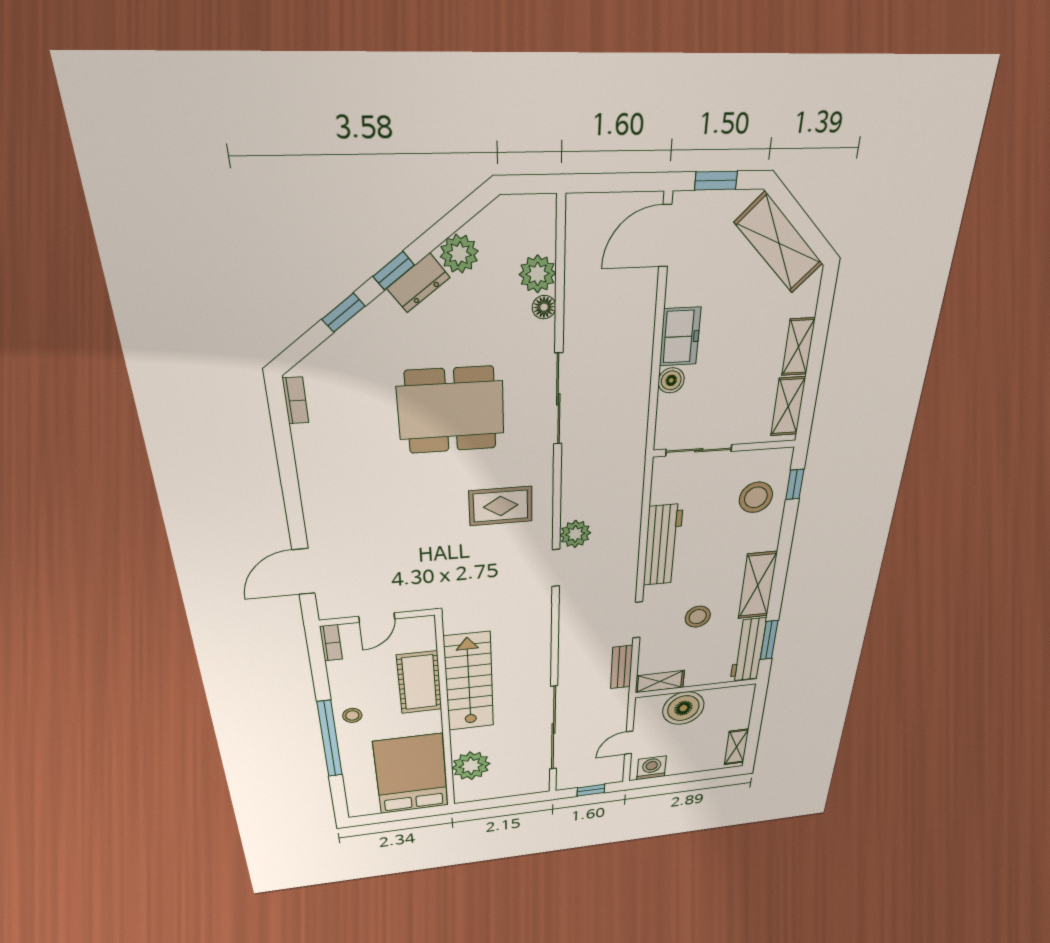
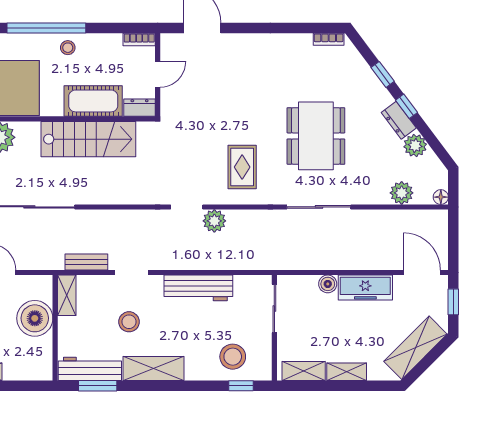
floor lamp: (544, 307) -> (441, 197), moved
freezer: (680, 337) -> (365, 288), width x1.40
door: (377, 618) -> (158, 74), swing flipped
dresser: (424, 633) -> (140, 108), added

